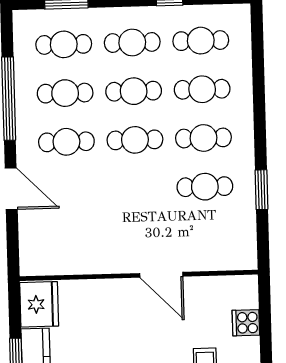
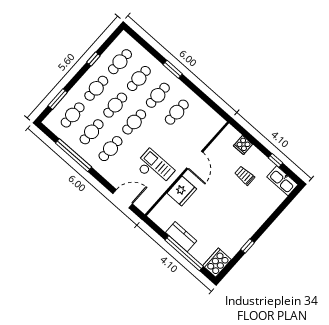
door: (11, 189) -> (123, 199), moved
window: (261, 190) -> (173, 69), moved
checkout: (97, 229) -> (155, 168), added
door: (161, 275) -> (195, 160), hinge flipped
fridge: (39, 304) -> (182, 191), moved, turned 90

